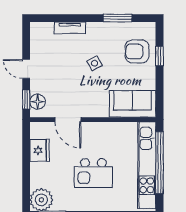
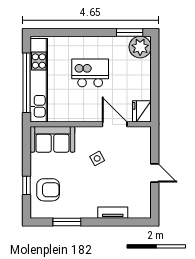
side table: (94, 63) -> (97, 158), moved
window: (26, 99) -> (155, 144), removed
floor lamp: (38, 102) -> (144, 141), removed
fridge: (40, 150) -> (142, 111), moved

